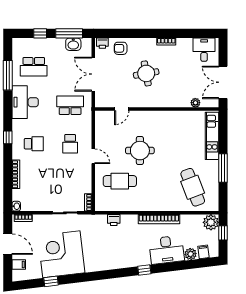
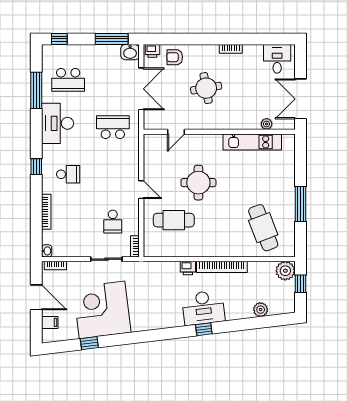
window: (40, 33) -> (59, 39), moved
washbasin: (73, 44) -> (130, 52), moved
double door: (93, 74) -> (141, 89), swing flipped
kitchen unit: (212, 136) -> (252, 142), moved, turned -90
school desk: (70, 144) -> (113, 221), moved
printer: (114, 220) -> (188, 268), moved
desk: (167, 250) -> (203, 308), moved
filing cabinet: (203, 252) -> (276, 307), removed

